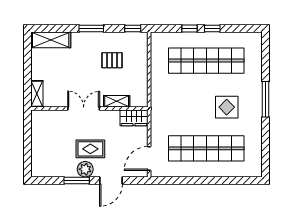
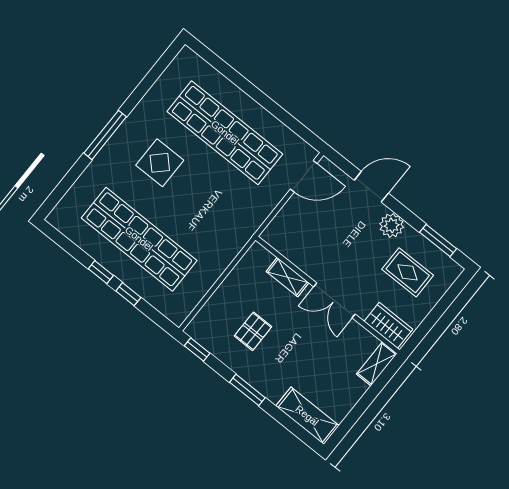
pallet: (112, 60) -> (253, 331), turned 90
wardrobe: (134, 118) -> (388, 325), moved
rug: (90, 149) -> (408, 272), moved
window: (77, 180) -> (438, 241), moved

